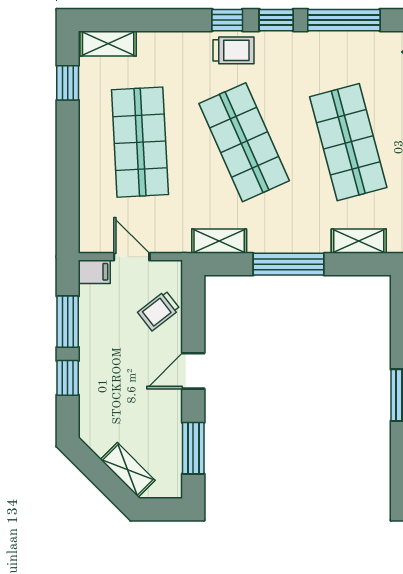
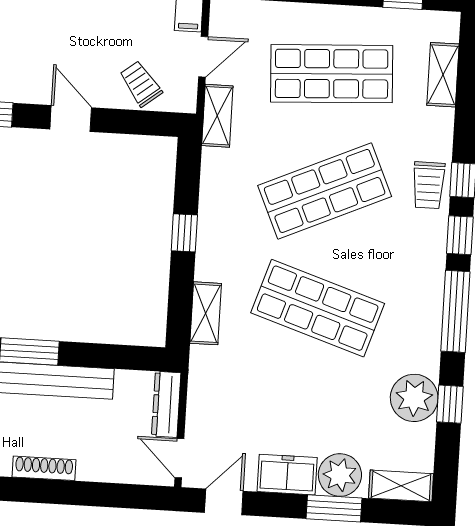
shelving: (108, 43) -> (443, 75), moved
shop shelf: (348, 142) -> (318, 308), turned 33
shelving: (219, 241) -> (217, 116), moved
window: (289, 264) -> (184, 233), width x0.46

